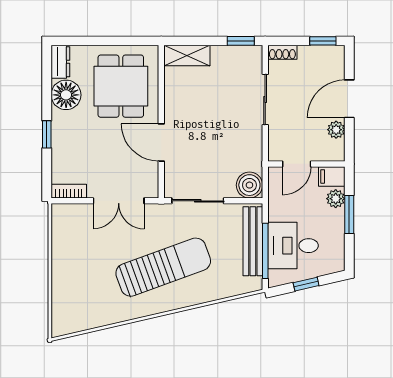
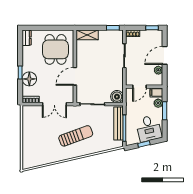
floor lamp: (66, 95) -> (29, 79), moved
door: (161, 143) -> (75, 76), hinge flipped
desk: (293, 246) -> (149, 128), moved, turned -103
sun lounger: (163, 267) -> (76, 136), width x0.73, depth x0.75

